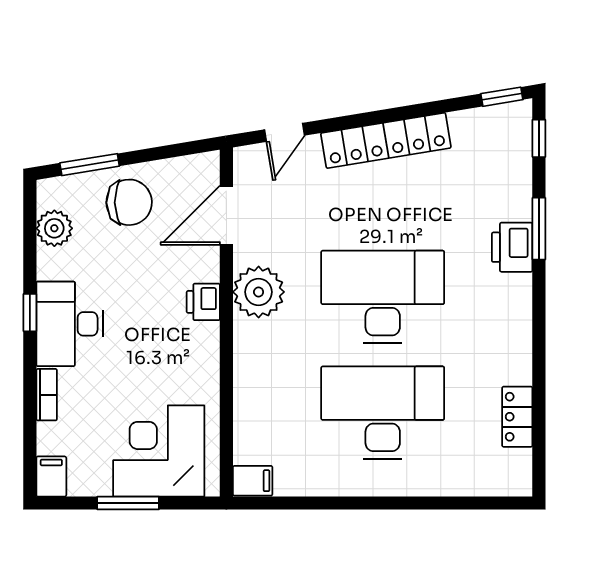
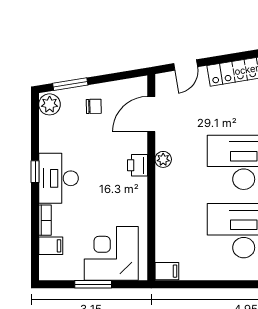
chair: (129, 202) -> (94, 106), width x0.54, depth x0.54
plant: (54, 228) -> (50, 104), moved
plant: (259, 292) -> (163, 159), width x0.53, depth x0.53
filing cabinet: (51, 476) -> (51, 246), moved, turned 90

